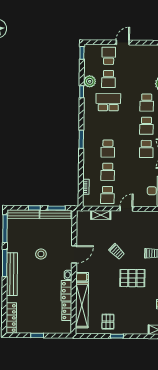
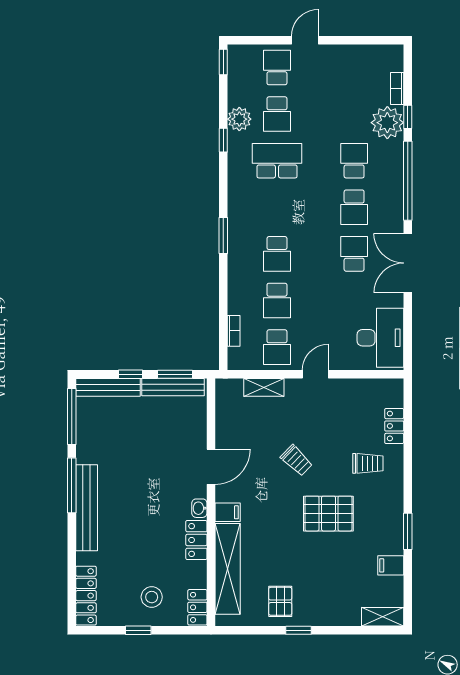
school desk: (147, 103) -> (354, 161), turned 180
school desk: (146, 149) -> (354, 254), turned 180
stool: (41, 254) -> (152, 597), moved
locker: (67, 311) -> (197, 607), moved

